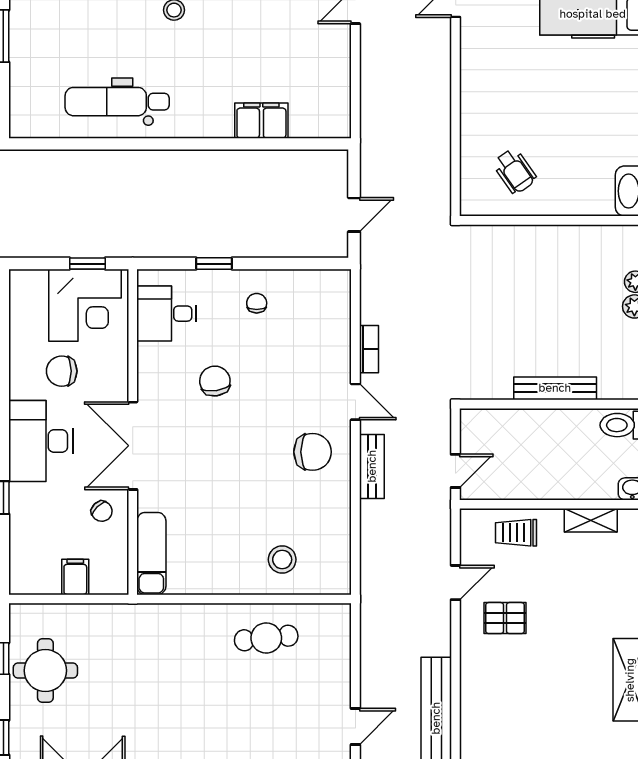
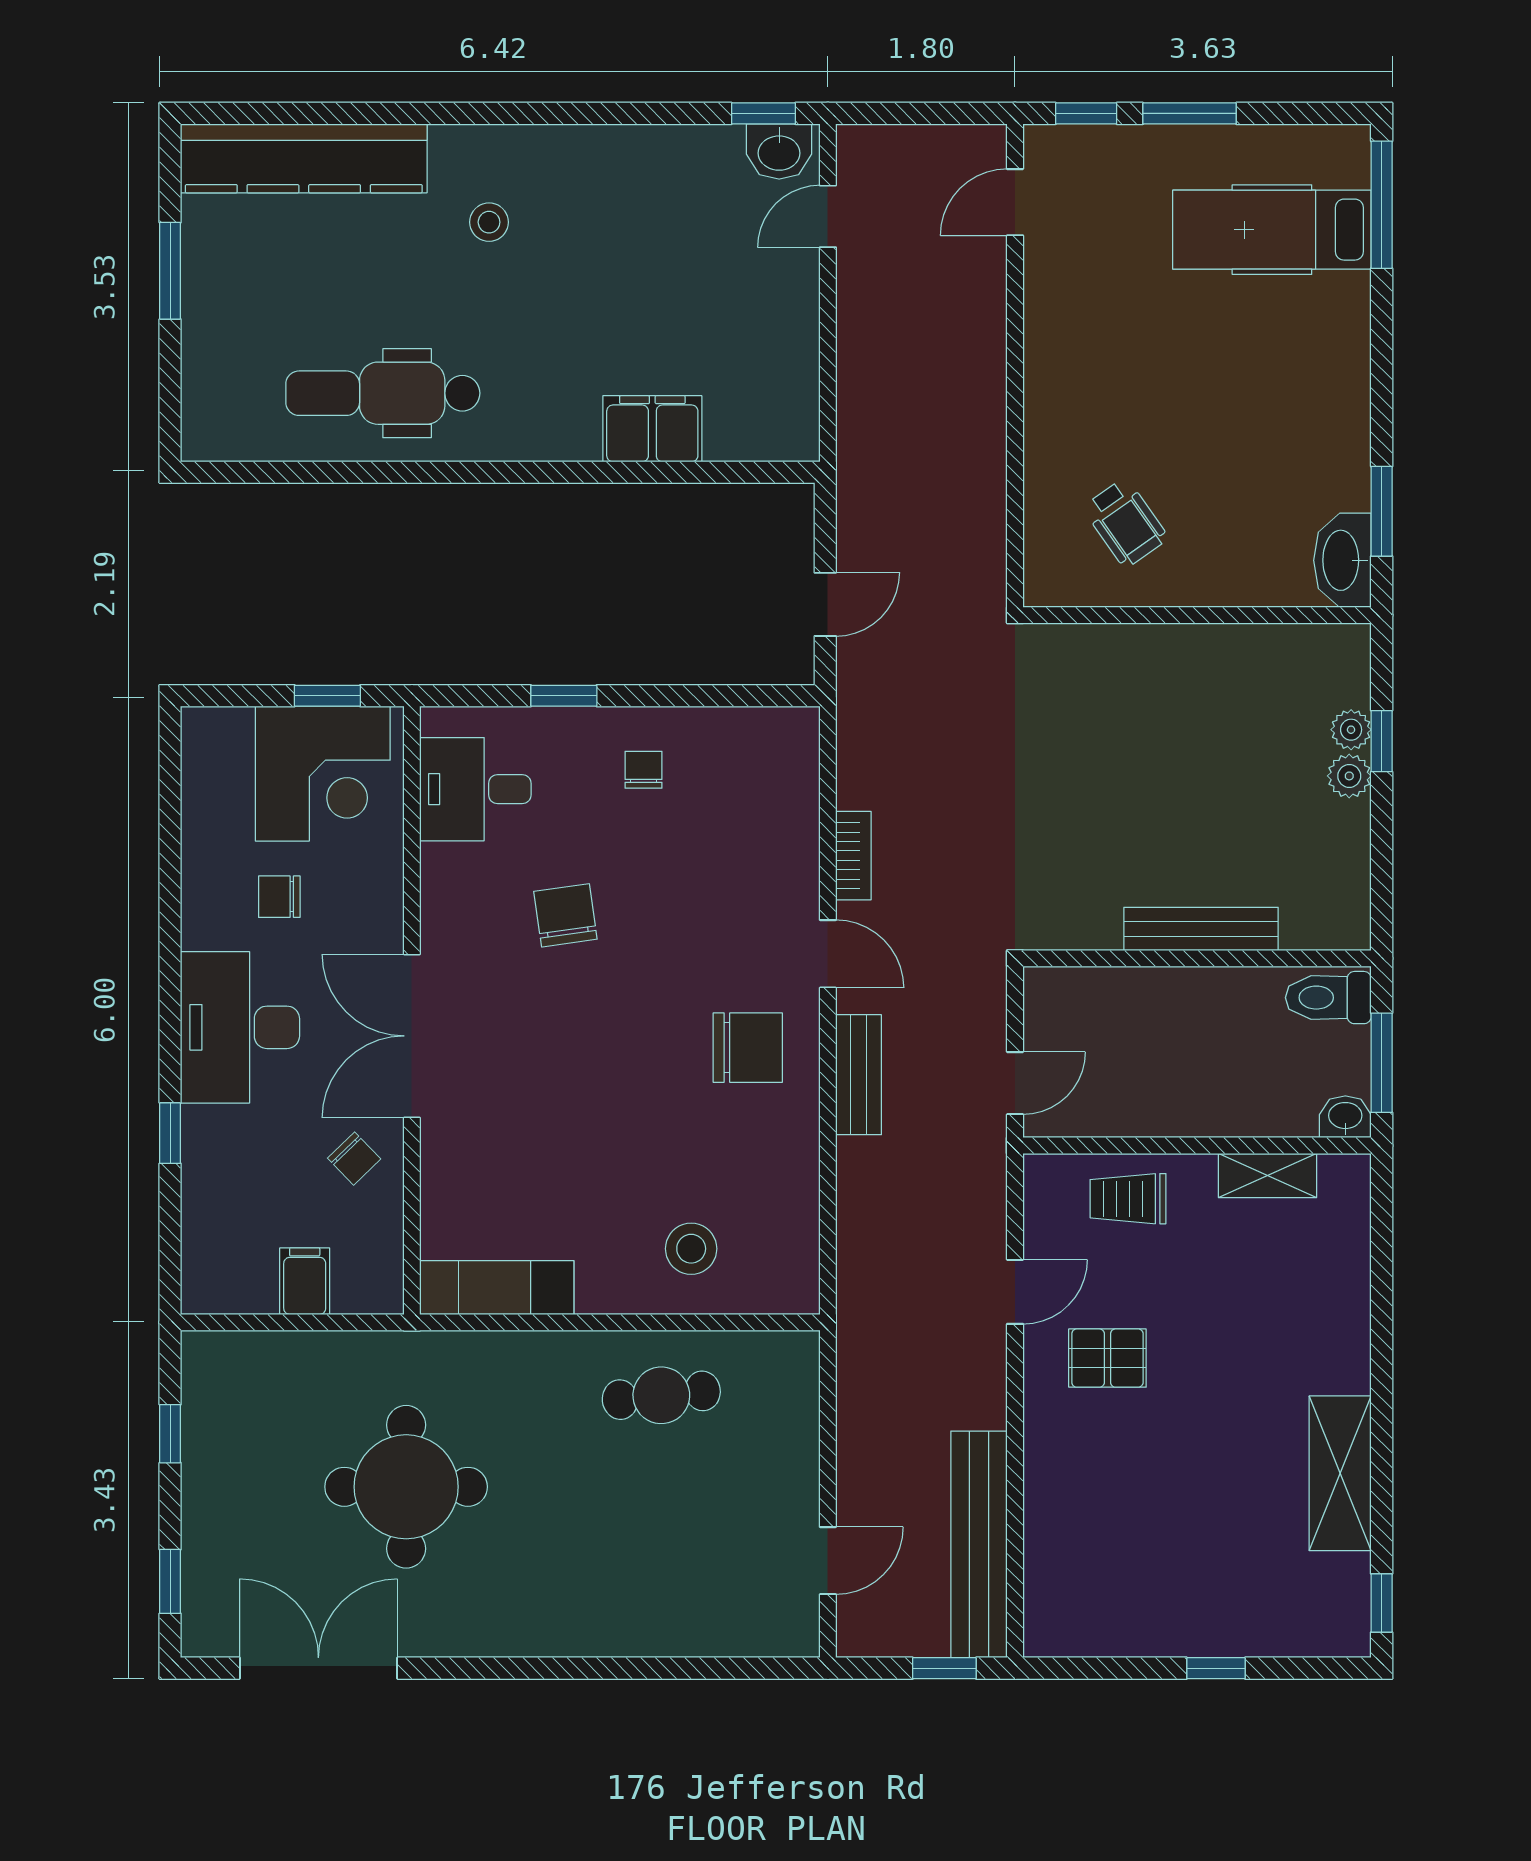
chair: (62, 371) -> (279, 897), width x0.73, depth x0.73
exam couch: (151, 554) -> (497, 1288), moved, turned -90
round table: (45, 671) -> (406, 1487), moved, width x1.36, depth x1.36

